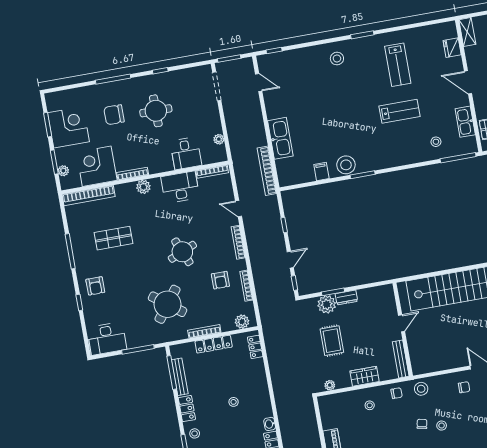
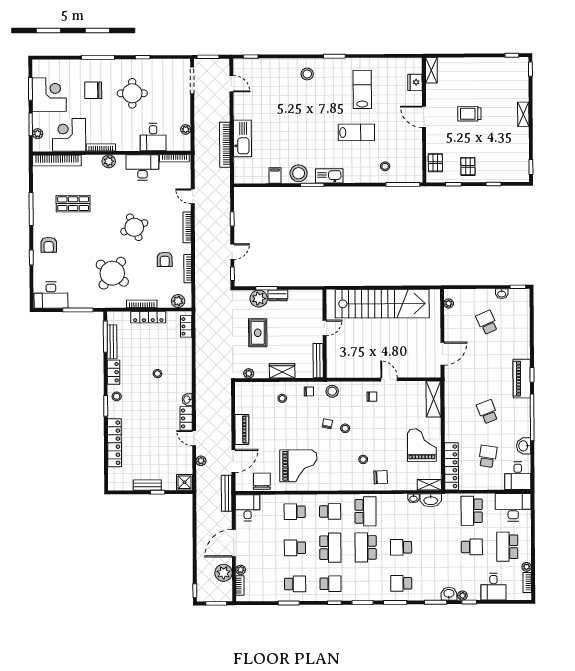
lab bench: (398, 65) -> (362, 89), turned 180
kitchen sink: (465, 122) -> (329, 176), moved, turned 90
bookcase: (267, 171) -> (225, 145), moved

